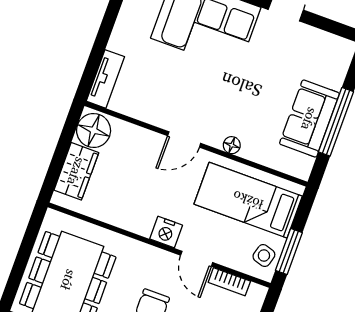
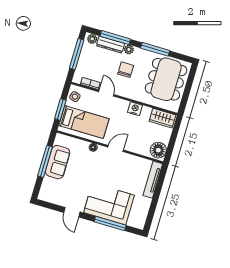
tv unit: (105, 79) -> (153, 180), width x1.41
wardrobe: (76, 171) -> (162, 118), moved, turned -90
nightstand: (166, 232) -> (135, 109), moved
window: (289, 252) -> (60, 109), moved

